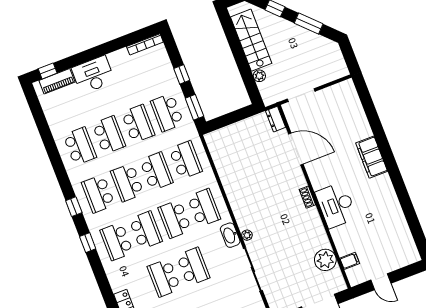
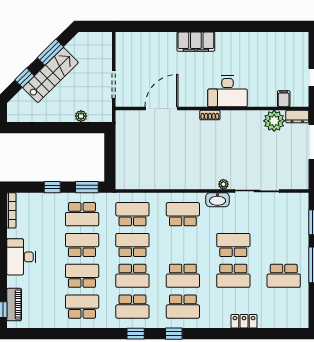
stairs: (251, 40) -> (51, 75), moved, turned 135
desk: (93, 75) -> (21, 257), moved
dresser: (276, 119) -> (297, 117), moved
school desk: (175, 219) -> (183, 245), removed
school desk: (146, 230) -> (183, 276), turned 180

